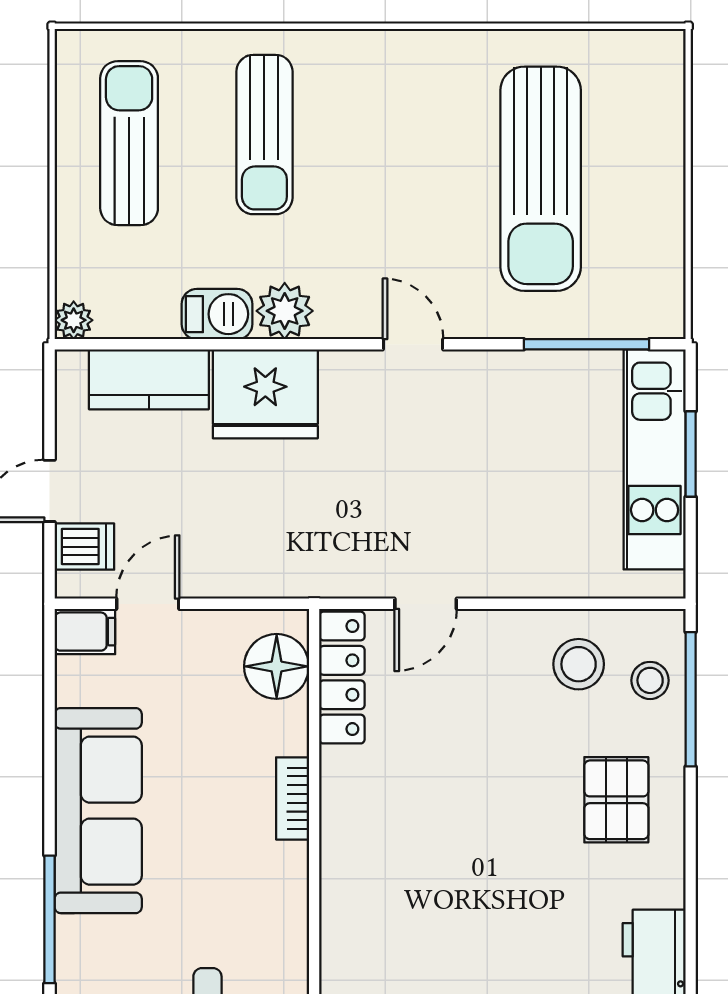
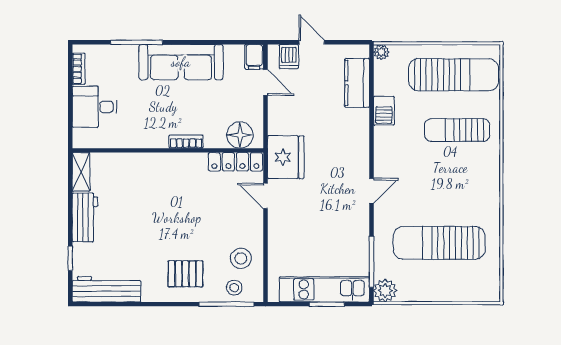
sun lounger: (129, 143) -> (454, 75), width x1.36, depth x1.34
plant: (285, 311) -> (385, 291), moved
fridge: (265, 394) -> (286, 157), moved, turned 180

